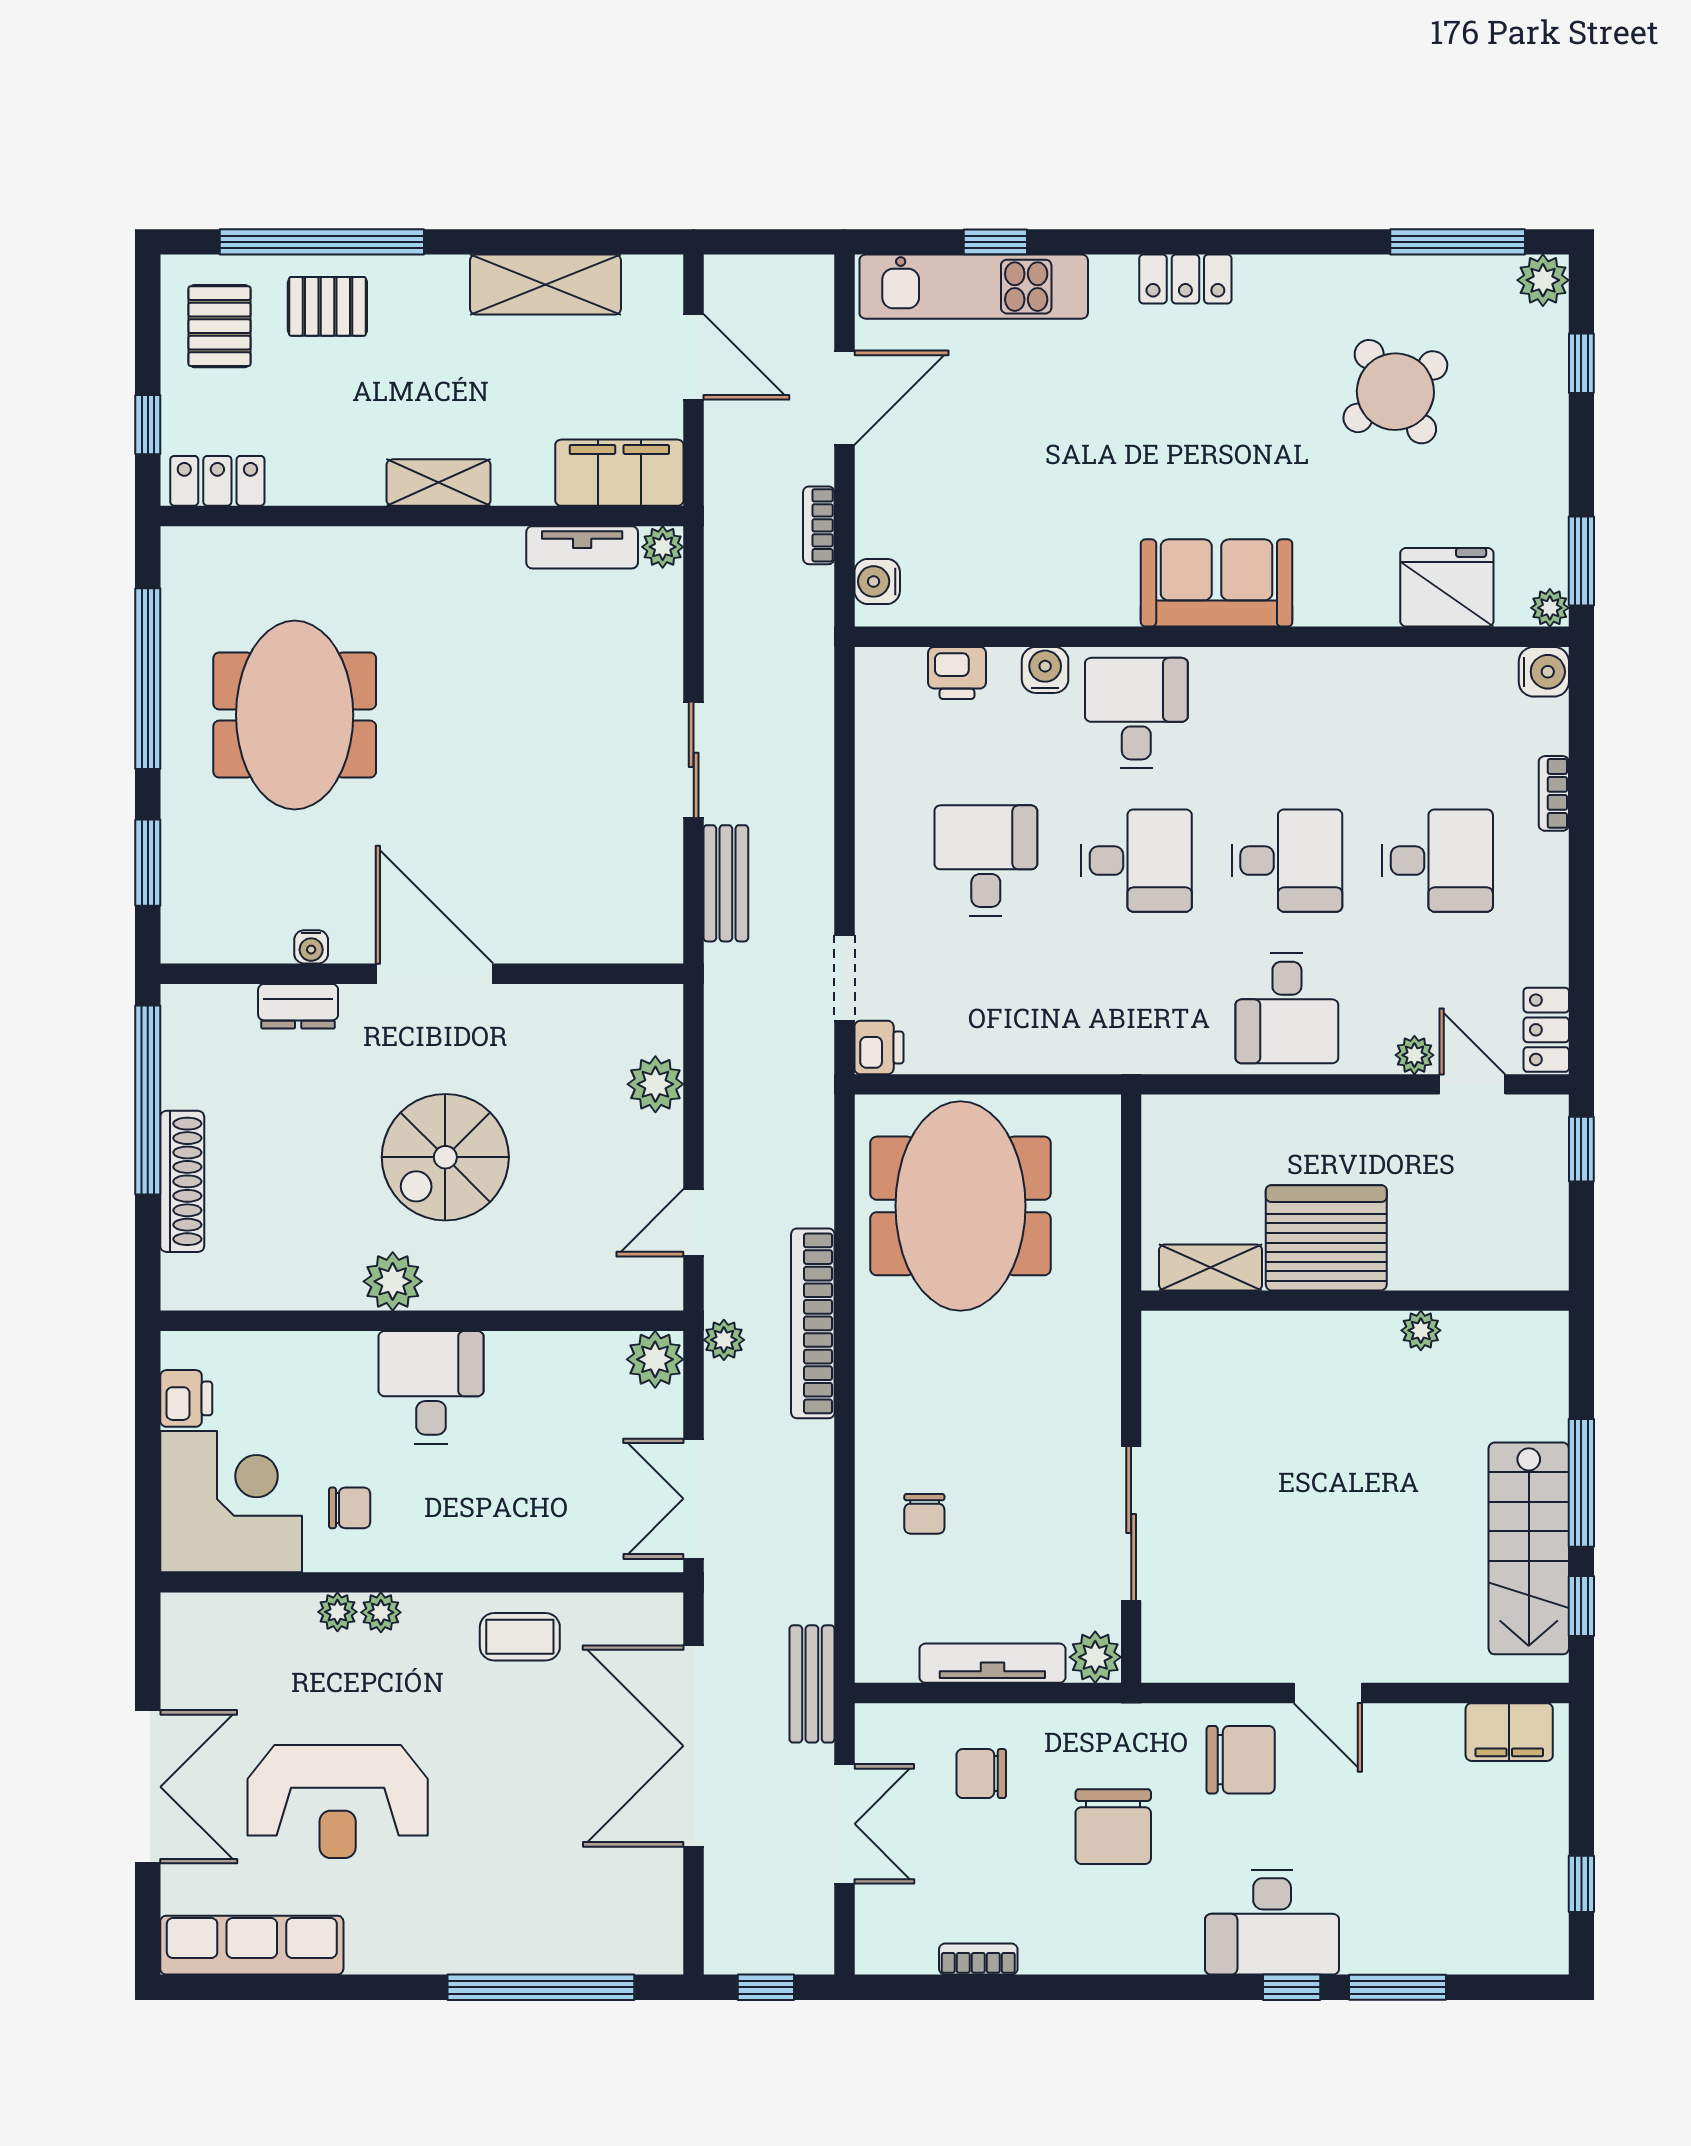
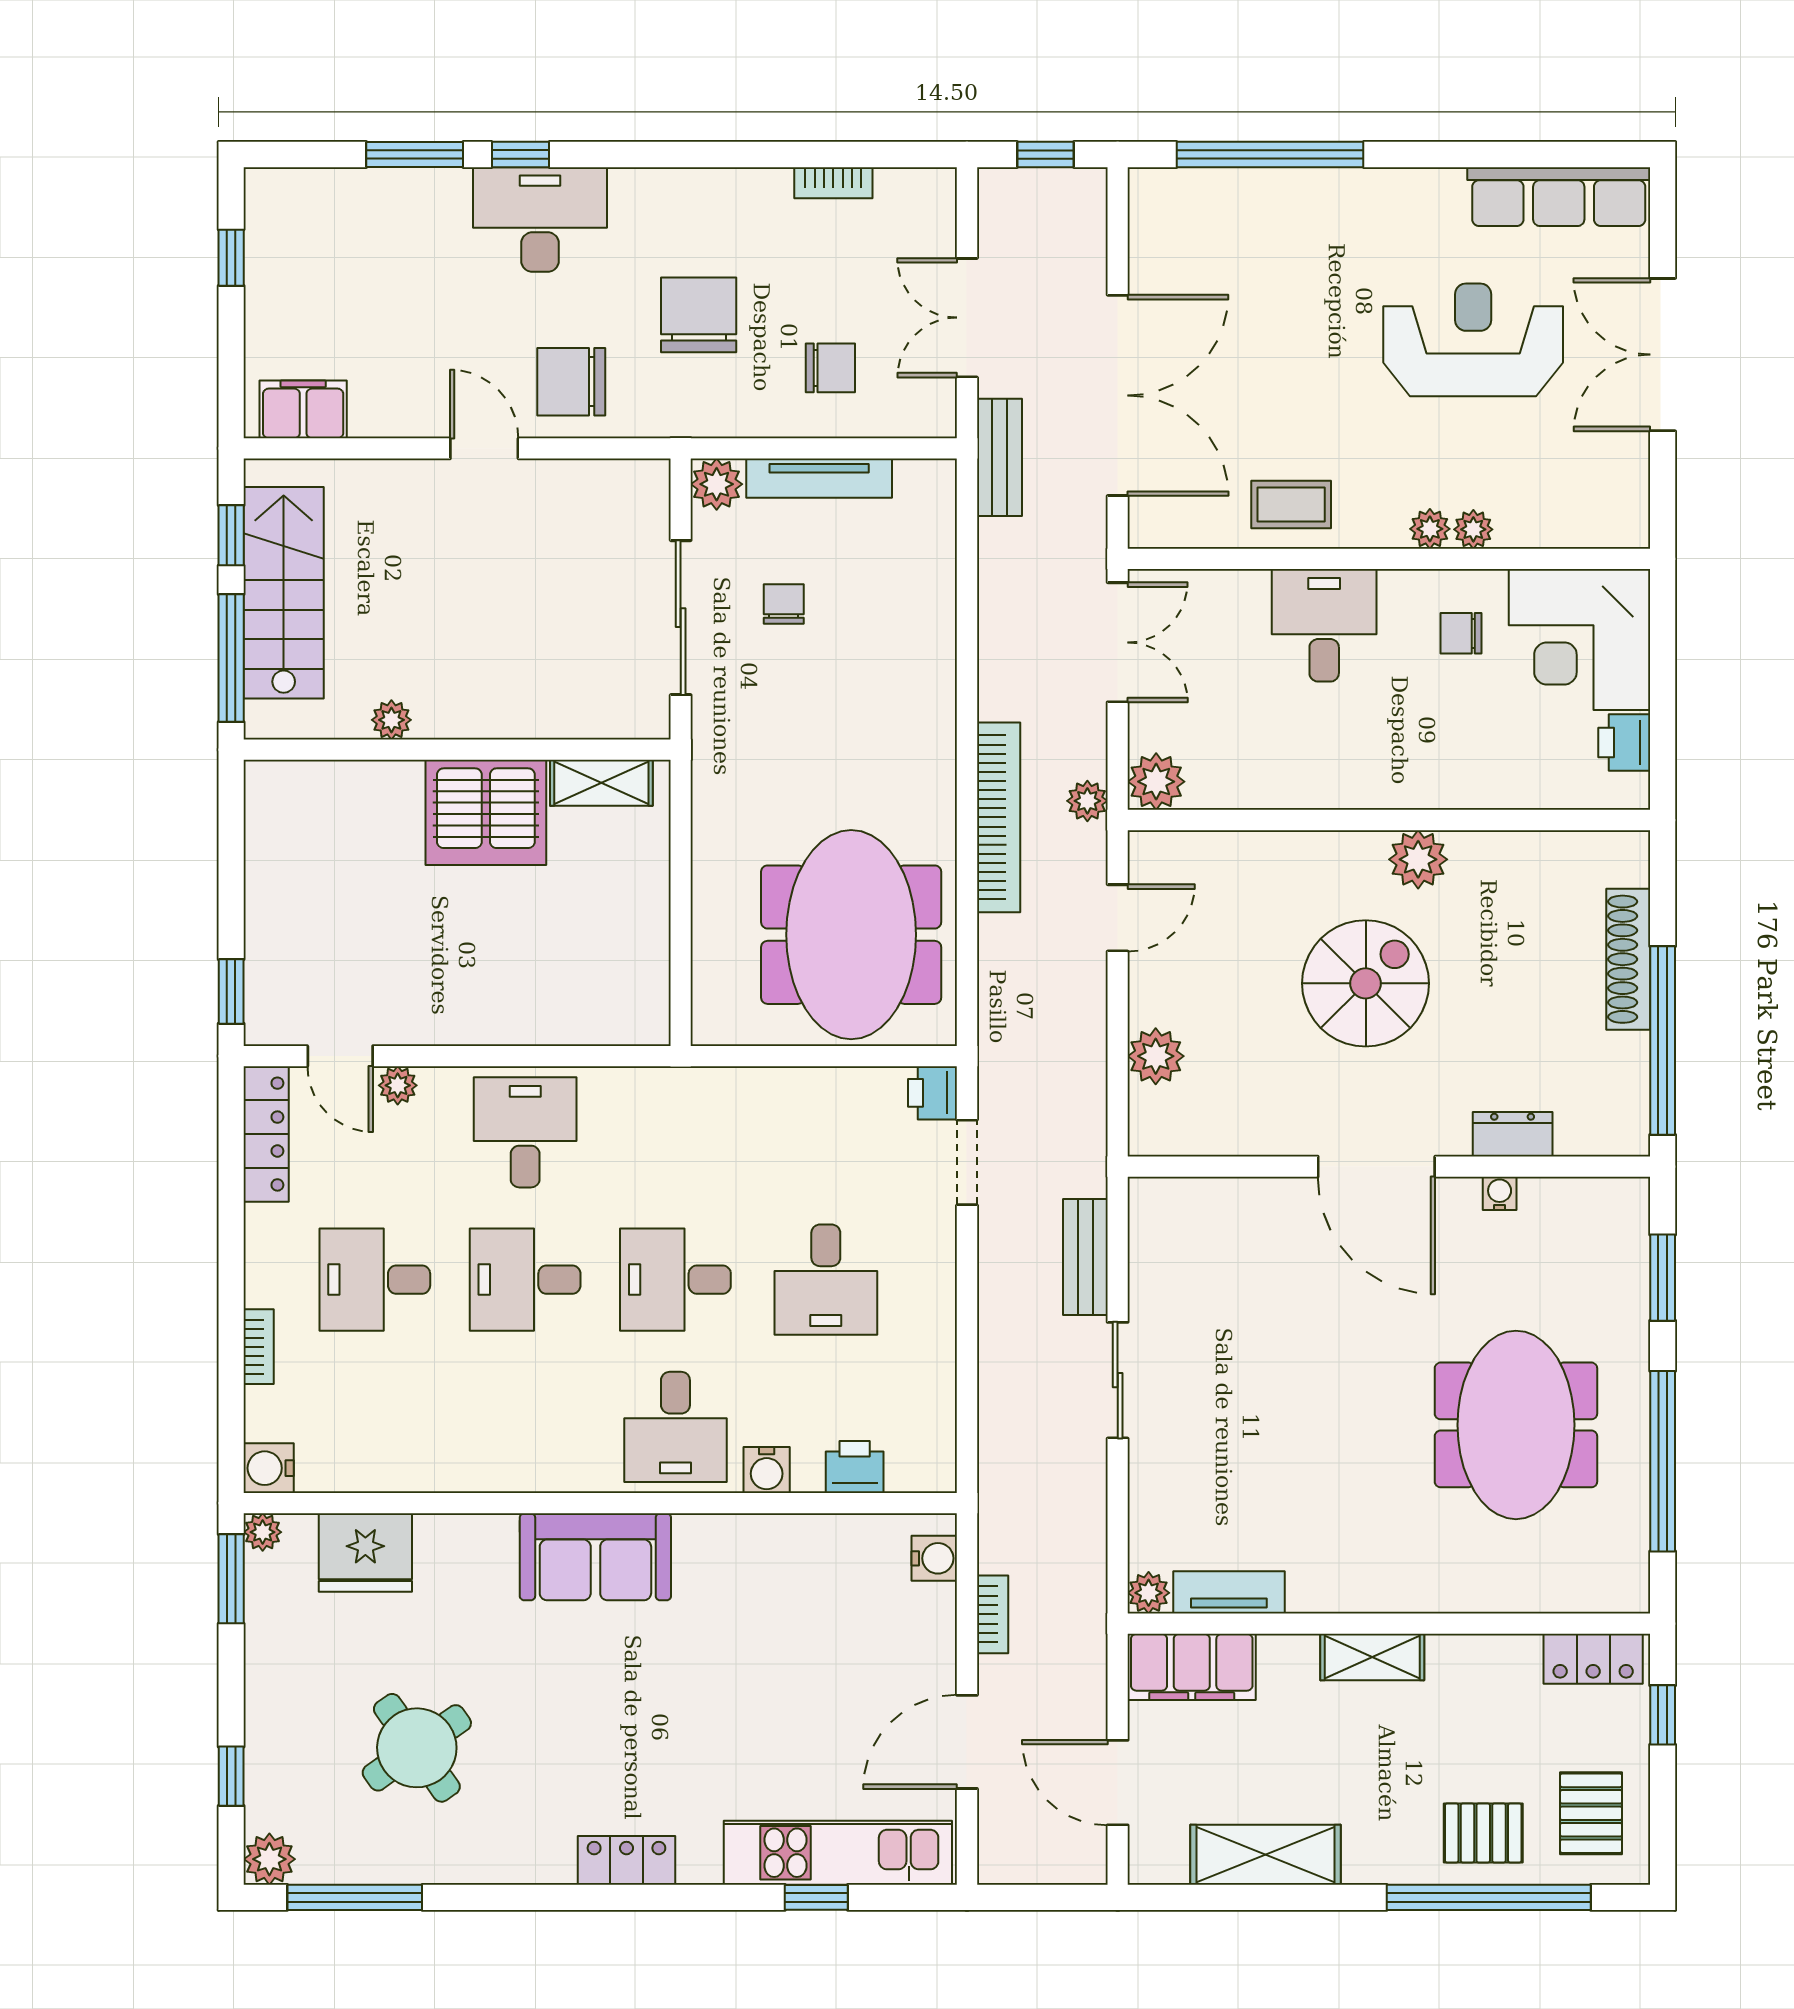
locker: (1546, 1030) -> (266, 1134), width x1.53
server rack: (1326, 1238) -> (486, 812), moved
shelving: (1211, 1267) -> (601, 783), moved
wall: (1355, 1301) -> (457, 750), moved
plant: (1421, 1330) -> (391, 720), moved
desk: (431, 1387) -> (1324, 625), moved, turned 180
chair: (924, 1514) -> (784, 604), moved

